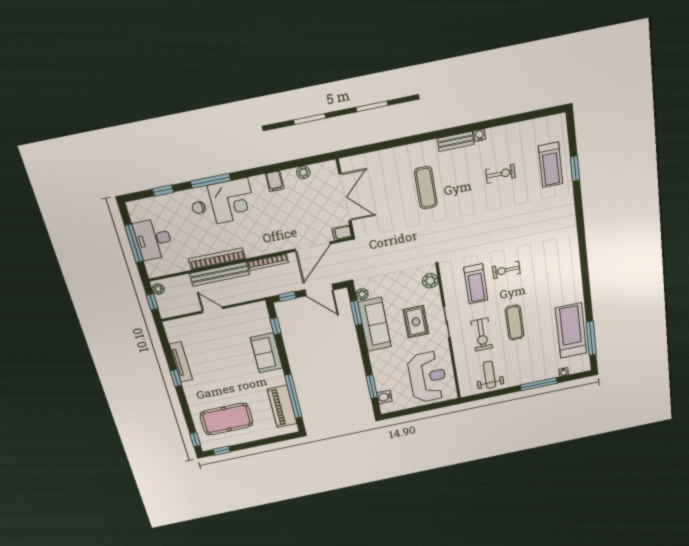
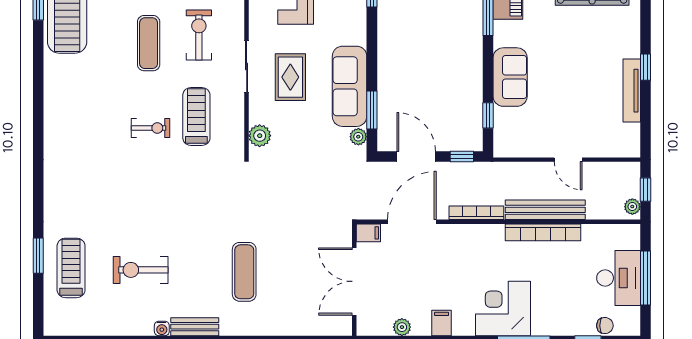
exercise bike: (501, 174) -> (141, 270), width x1.38, depth x1.39
chair: (199, 208) -> (605, 326), moved

